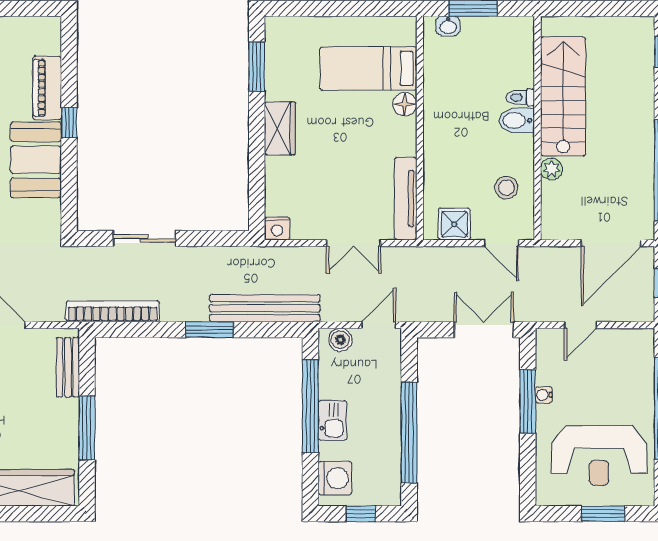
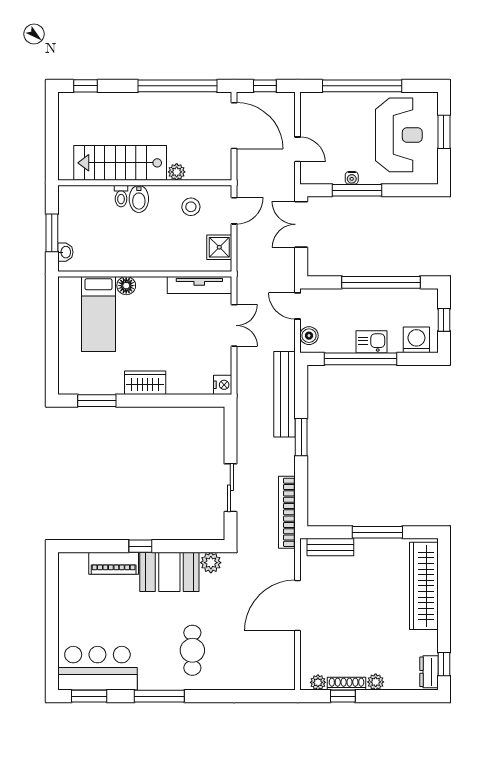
plant: (48, 213) -> (211, 563), added

